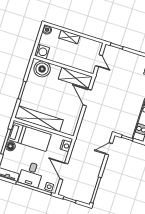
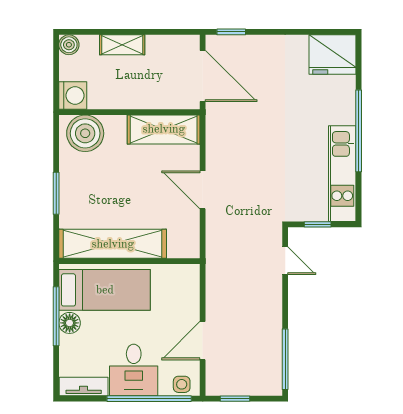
door: (99, 61) -> (203, 76), width x1.88
door: (87, 98) -> (203, 190), moved
nightstand: (66, 146) -> (190, 284), removed
door: (109, 149) -> (285, 261), swing flipped
door: (64, 171) -> (203, 341), hinge flipped

